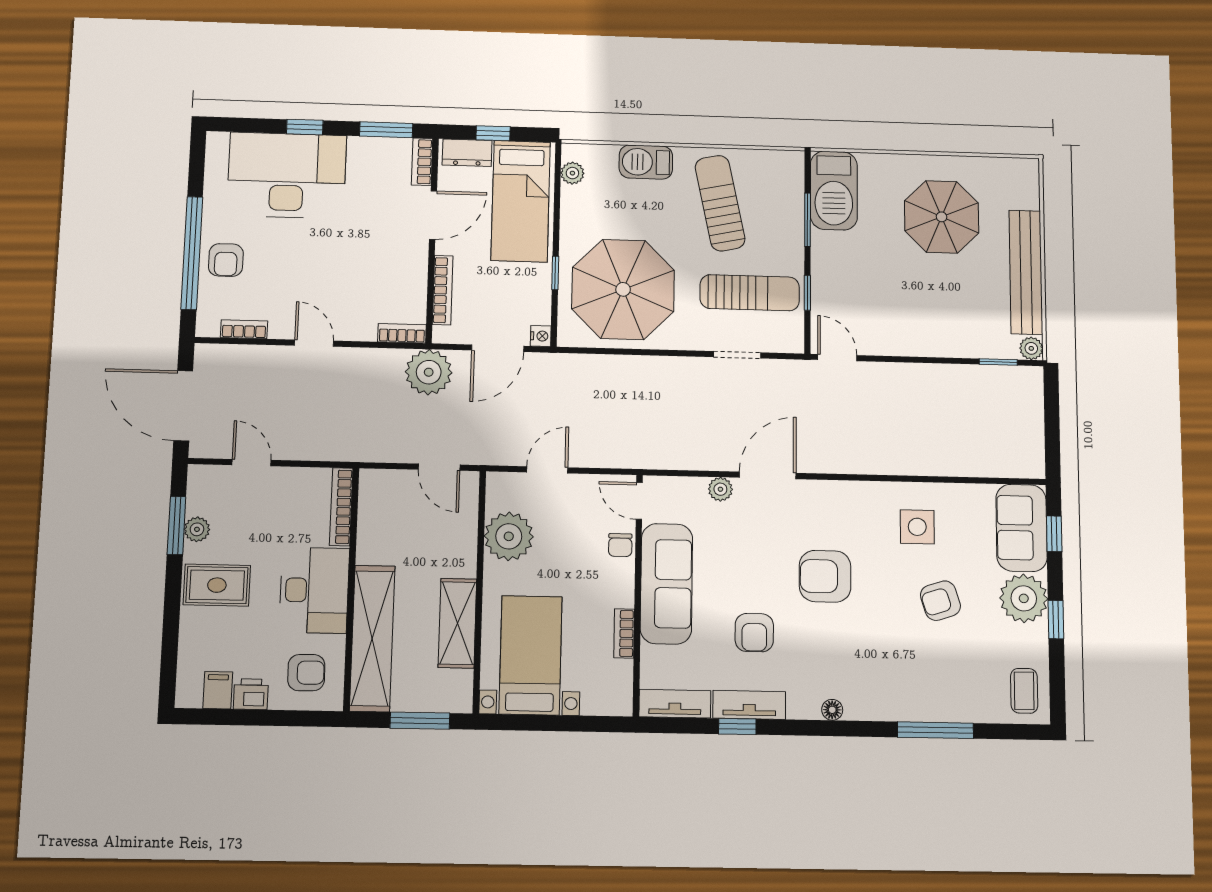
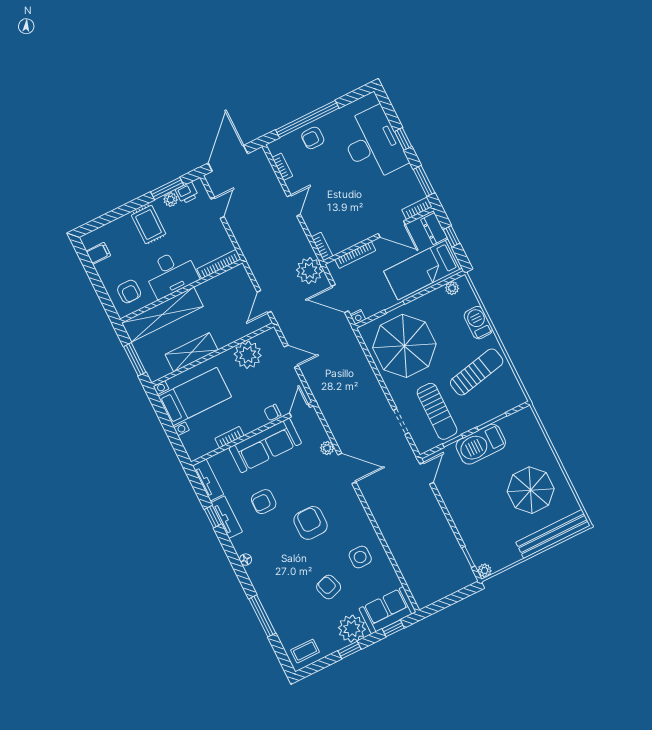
barbecue: (834, 191) -> (481, 444), moved
bench: (1026, 272) -> (553, 534), moved
printer: (251, 694) -> (187, 193), moved, turned 90

